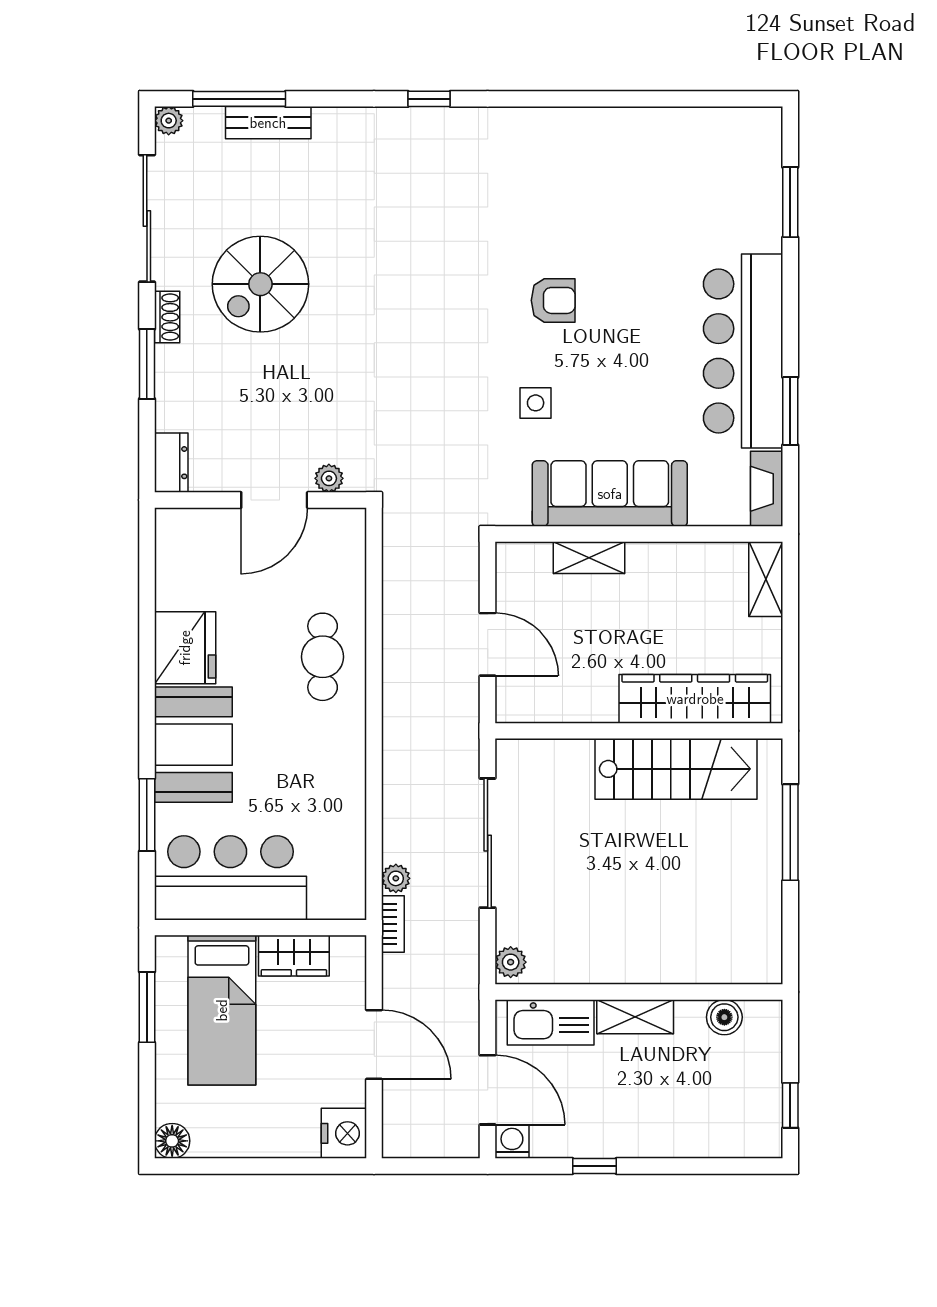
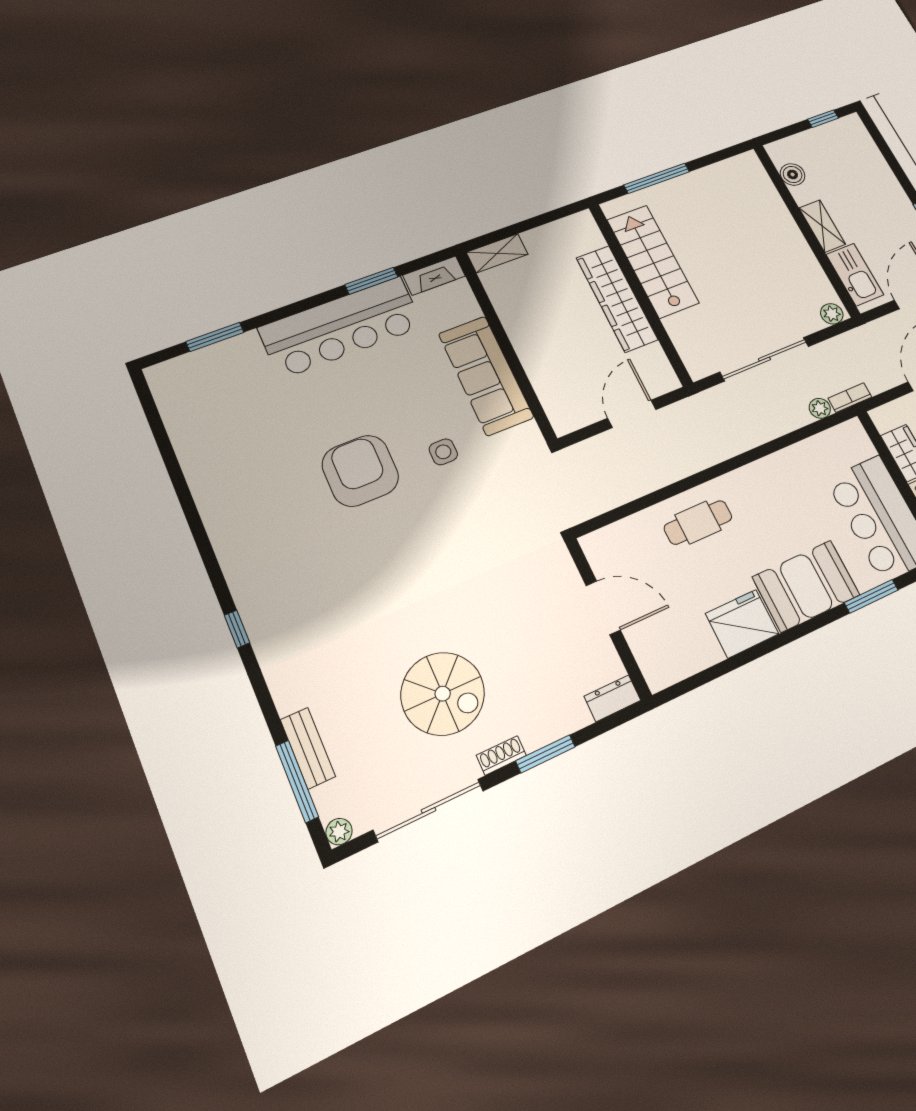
armchair: (553, 300) -> (360, 471), width x1.88, depth x1.88
plant: (329, 478) -> (568, 575), removed
shelving: (589, 558) -> (538, 371), removed
wardrobe: (695, 699) -> (617, 299), moved

